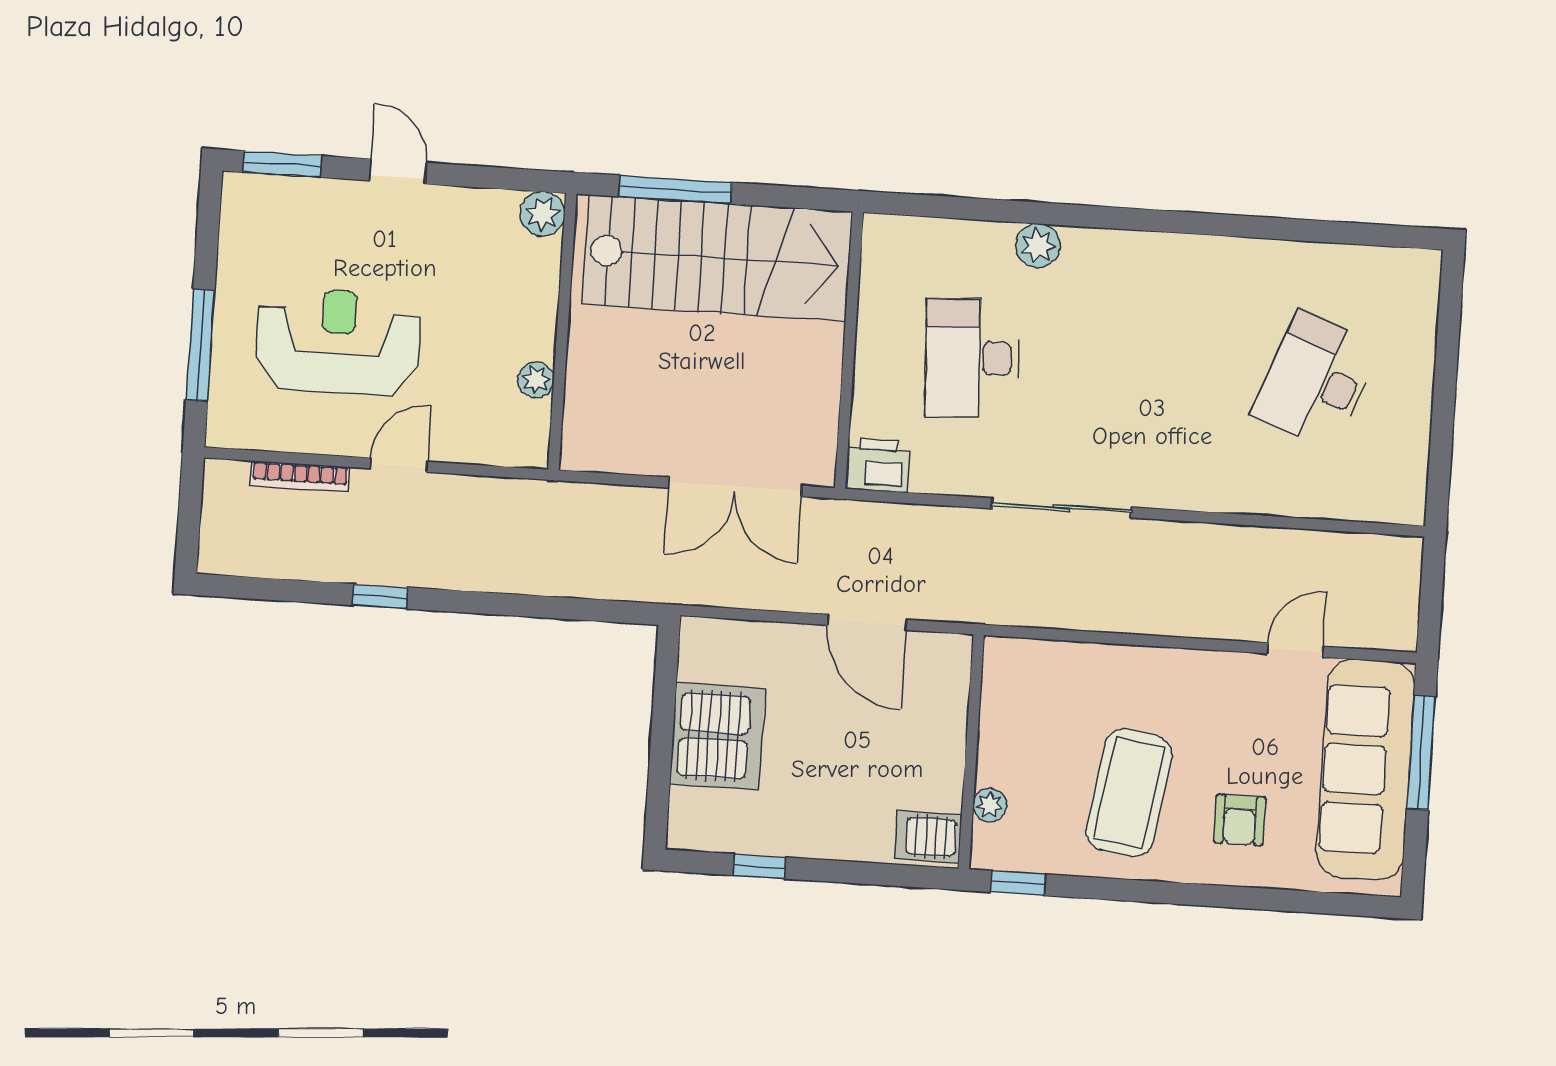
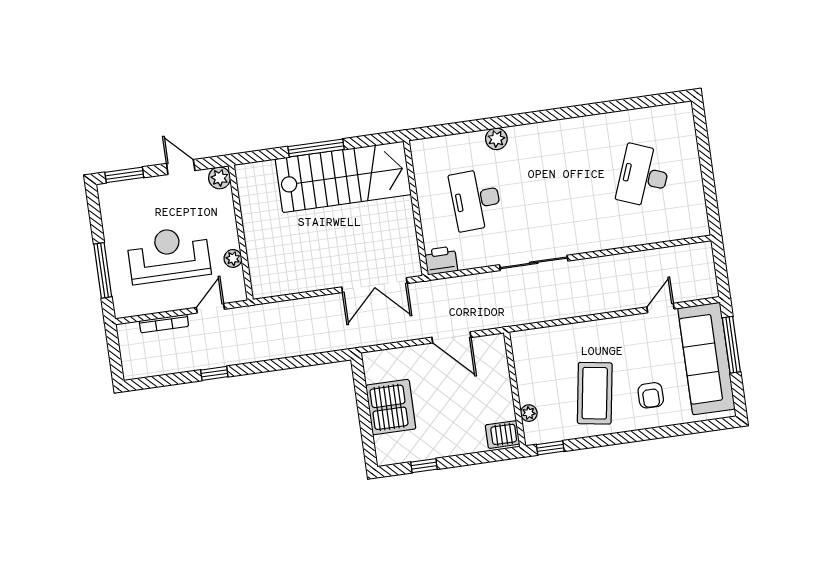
plant: (543, 214) -> (220, 178), moved
wall: (562, 332) -> (241, 233), moved
plant: (536, 380) -> (233, 258), moved

